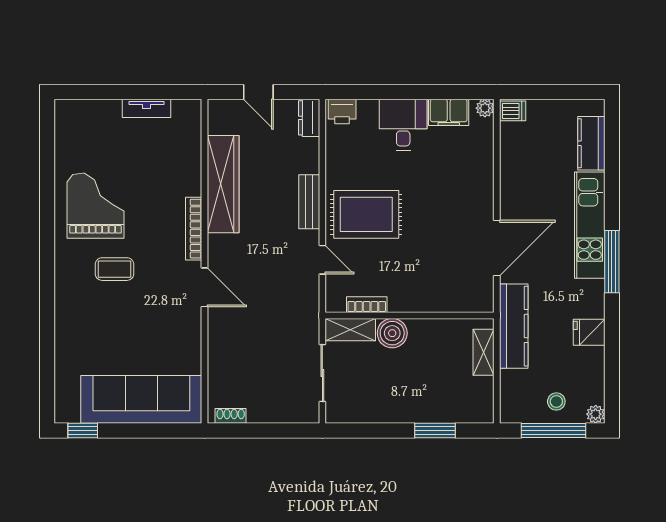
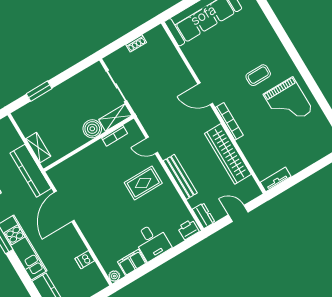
tv unit: (146, 108) -> (276, 179), moved
dishwasher: (513, 111) -> (85, 260), moved
bench: (309, 202) -> (180, 177), width x1.36
rug: (366, 214) -> (143, 183), width x0.73, depth x0.70
shoe rack: (231, 416) -> (136, 43), moved

